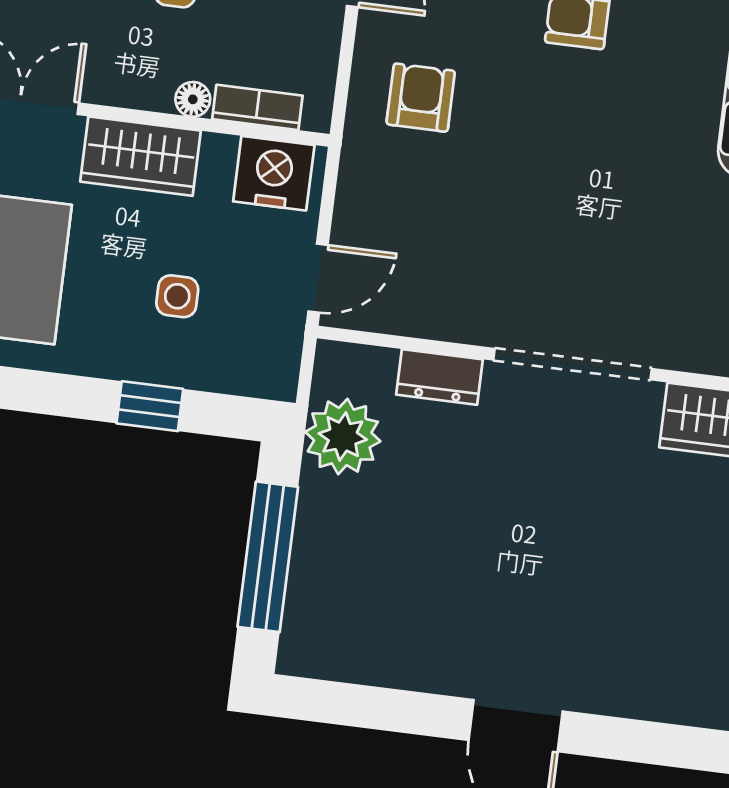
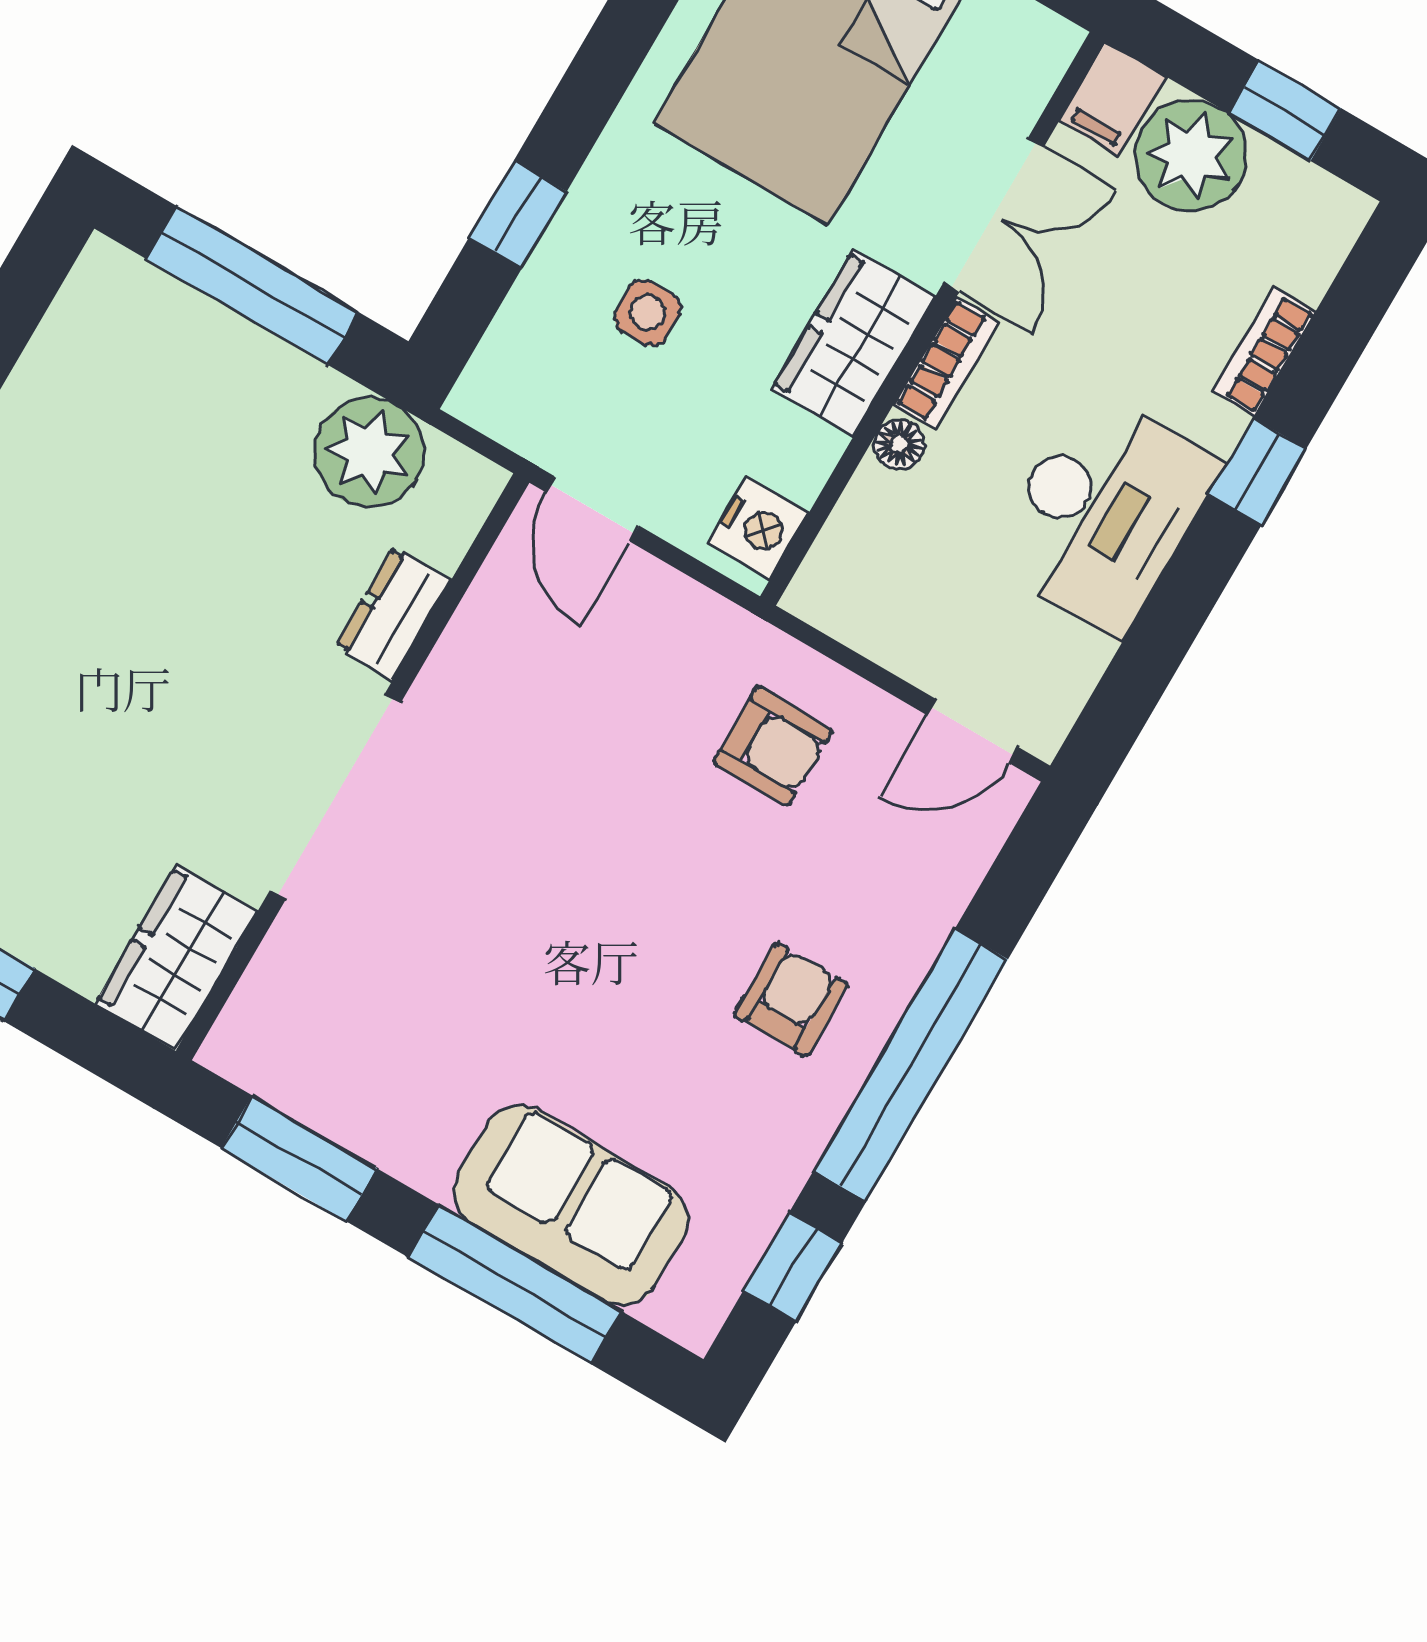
bookcase: (257, 107) -> (946, 364), moved
nightstand: (274, 173) -> (759, 528), width x0.74, depth x0.75

